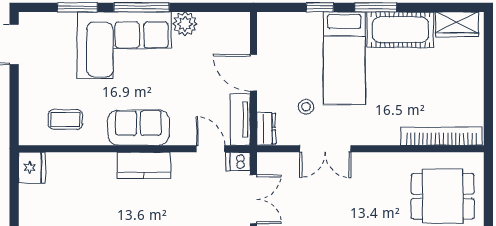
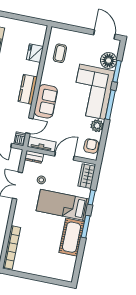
wardrobe: (457, 24) -> (87, 176), moved
floor lamp: (60, 27) -> (109, 60), added
armchair: (225, 27) -> (91, 146), added
sofa: (138, 128) -> (46, 101), moved
fridge: (32, 168) -> (35, 53), moved, turned 90

